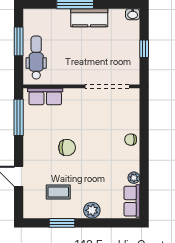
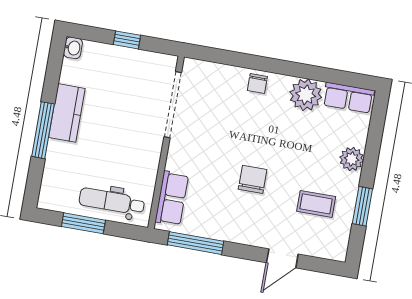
plant: (134, 178) -> (306, 95), width x1.88, depth x1.88
coffee table: (58, 192) -> (316, 204), turned 90

